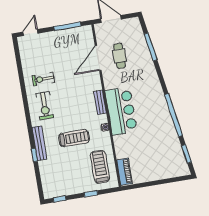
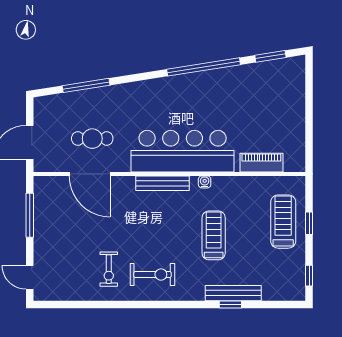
bench: (100, 102) -> (162, 183), width x1.36
bar counter: (121, 111) -> (183, 151), width x1.36
bench: (39, 143) -> (233, 293), moved
treadmill: (100, 167) -> (283, 222), moved, turned 90
piano: (124, 172) -> (261, 163), moved

